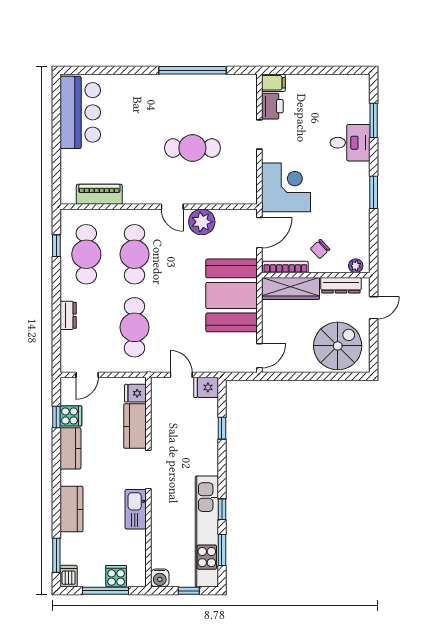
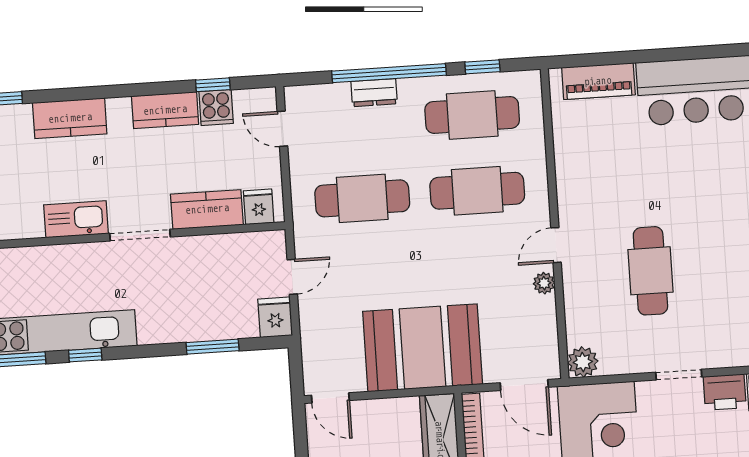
piano: (99, 194) -> (598, 81), moved, turned 90
plant: (247, 195) -> (583, 362), added
plant: (202, 222) -> (544, 283), width x0.53, depth x0.53
window: (56, 305) -> (389, 73), added
window: (222, 428) -> (213, 347), width x1.50

